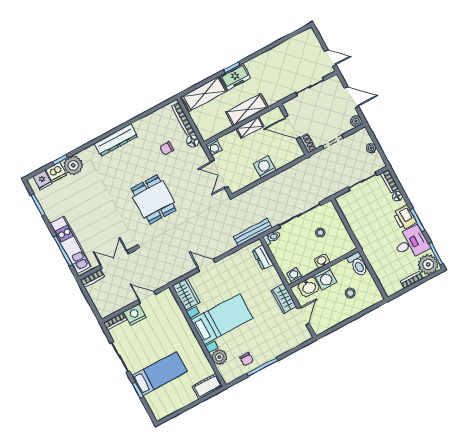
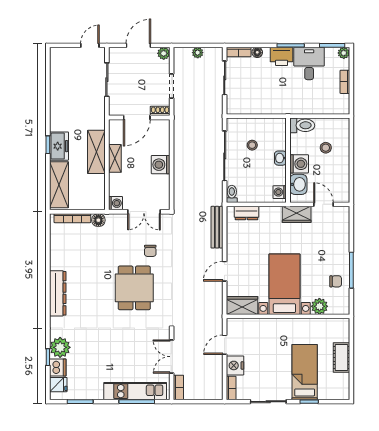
chair: (167, 148) -> (150, 251), moved
dining table: (154, 199) -> (134, 288), turned 90
bench: (253, 232) -> (217, 227), moved
plant: (428, 264) -> (344, 53), width x0.53, depth x0.53
cot: (207, 386) -> (341, 357), moved

